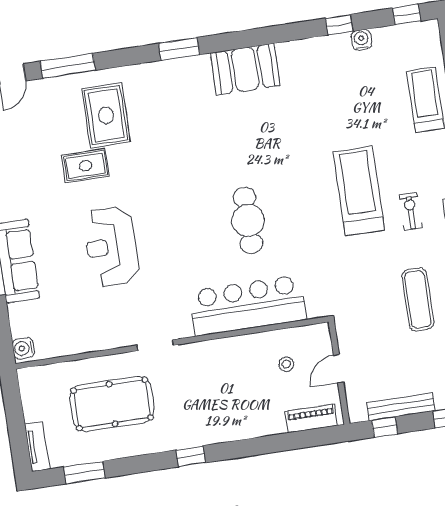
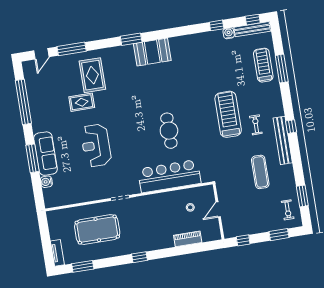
booth: (245, 69) -> (152, 52), moved
water cooler: (23, 348) -> (46, 182), moved
bench: (401, 407) -> (252, 29), moved
piano: (311, 418) -> (188, 239), moved

